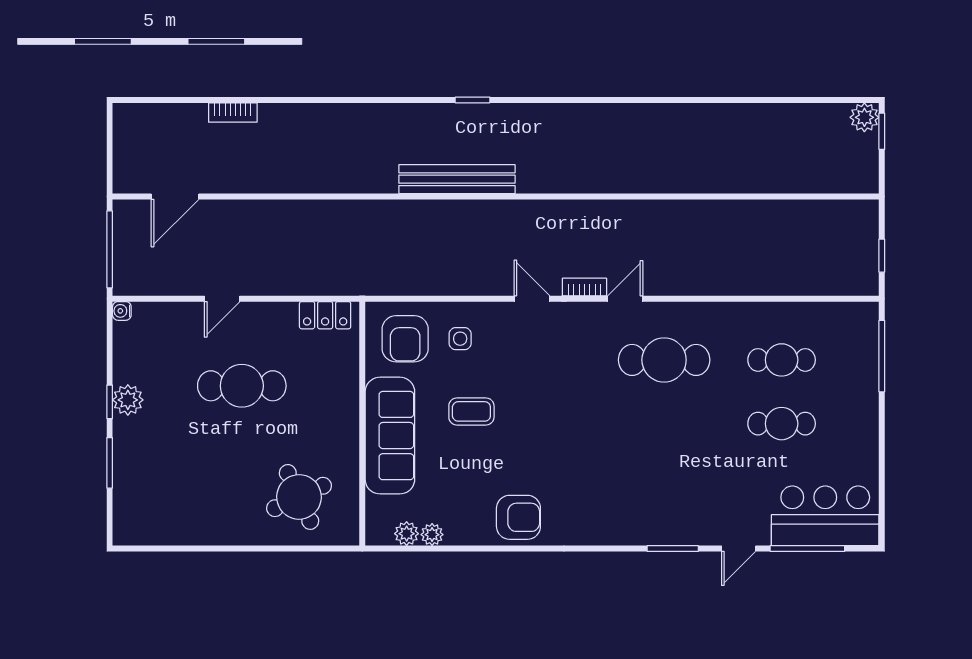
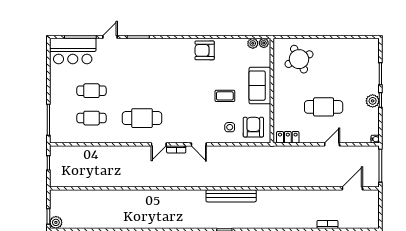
sofa: (390, 436) -> (260, 86), width x0.73
plant: (432, 535) -> (264, 43), moved

